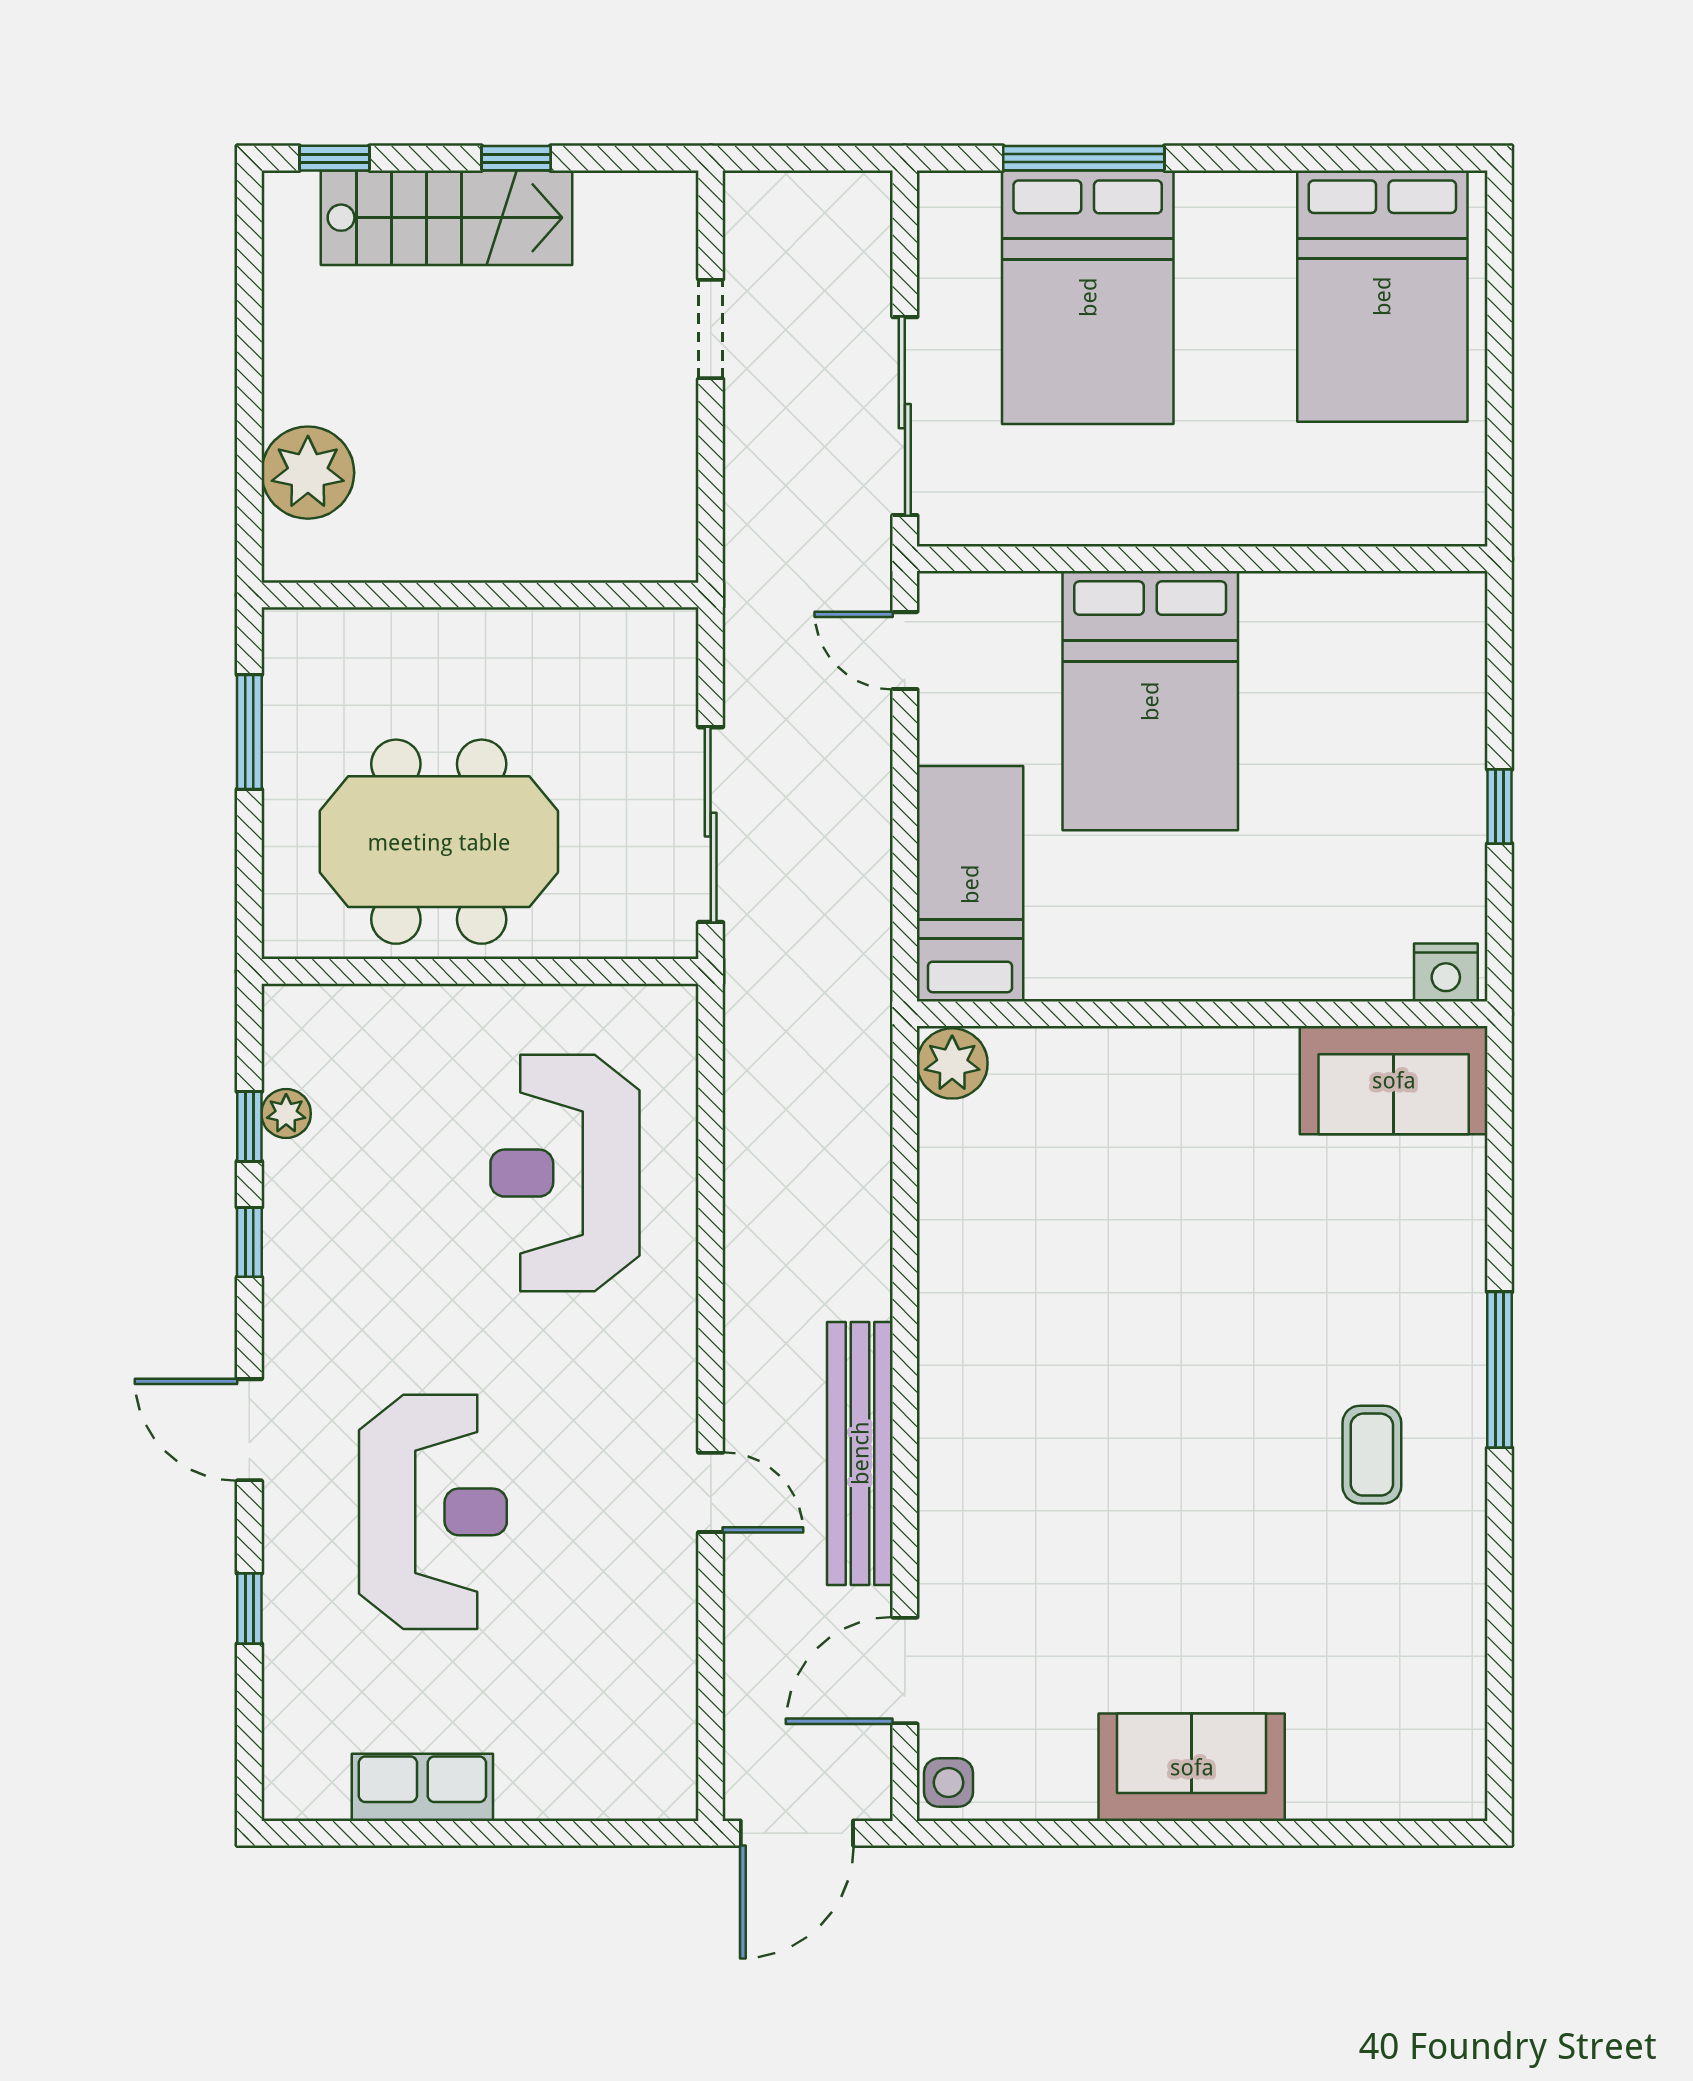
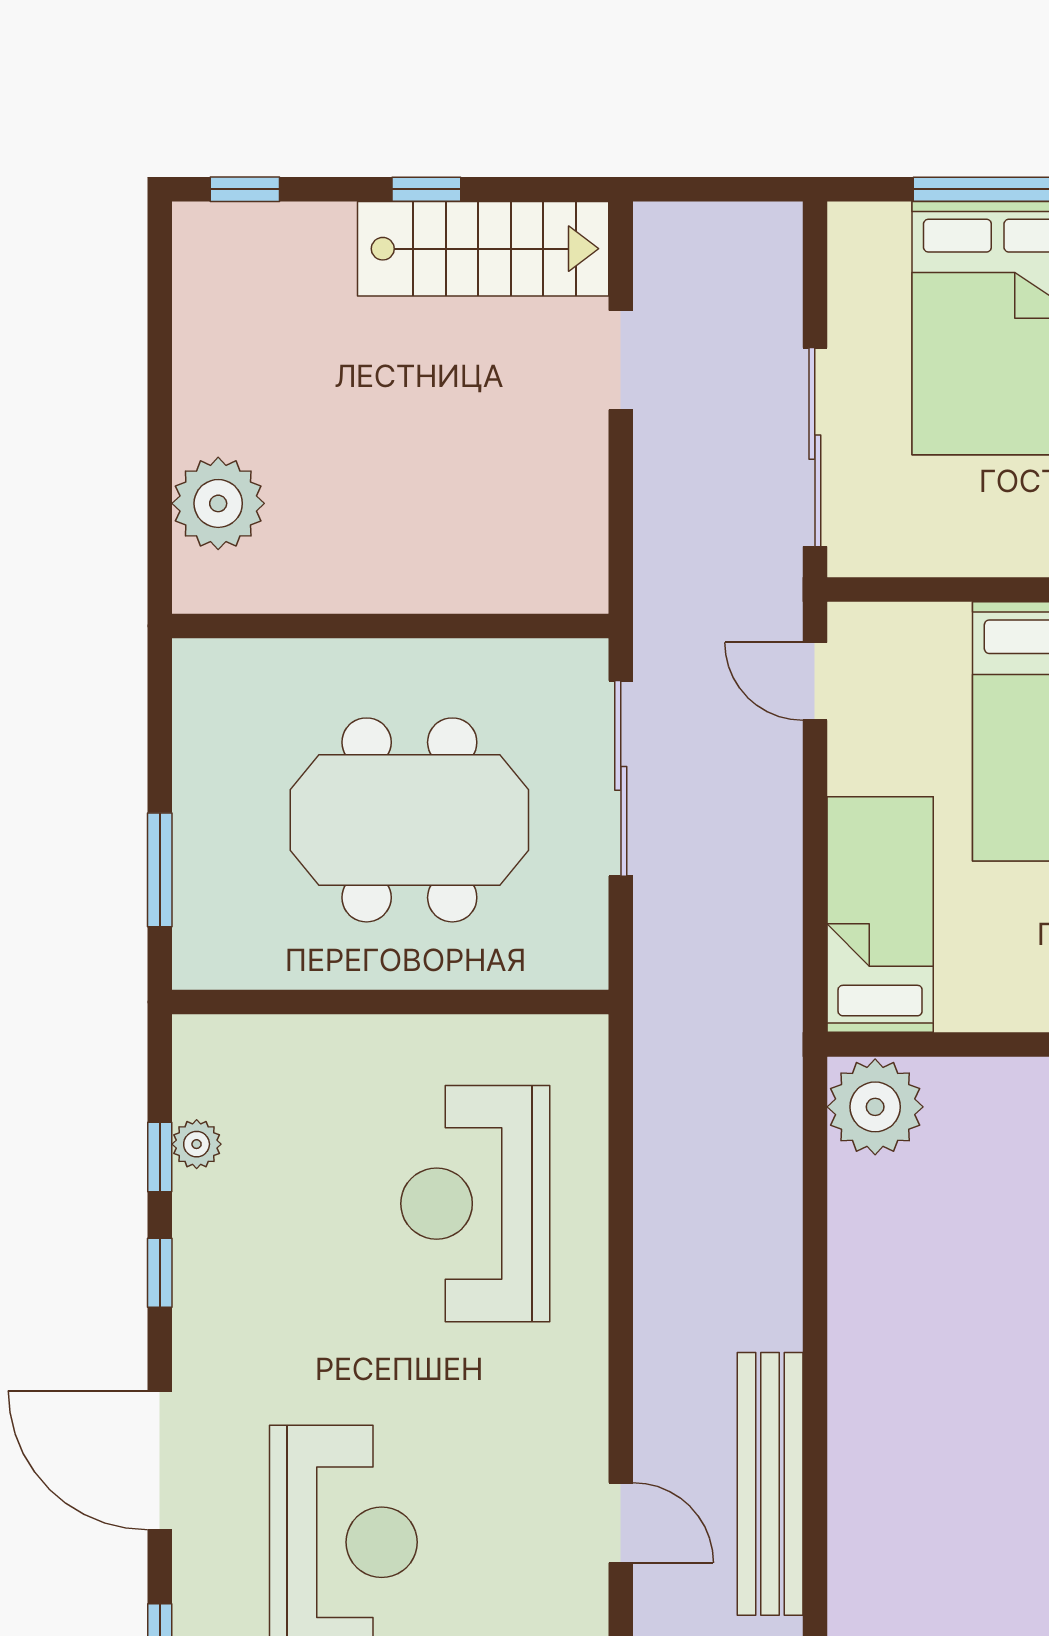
stairs: (447, 218) -> (483, 249), moved
window: (249, 732) -> (160, 870), moved
sliding door: (711, 825) -> (621, 778), moved
meeting table: (439, 842) -> (409, 820), moved
plant: (952, 1063) -> (875, 1107), width x1.36, depth x1.36
door: (249, 1430) -> (160, 1460), width x1.36

